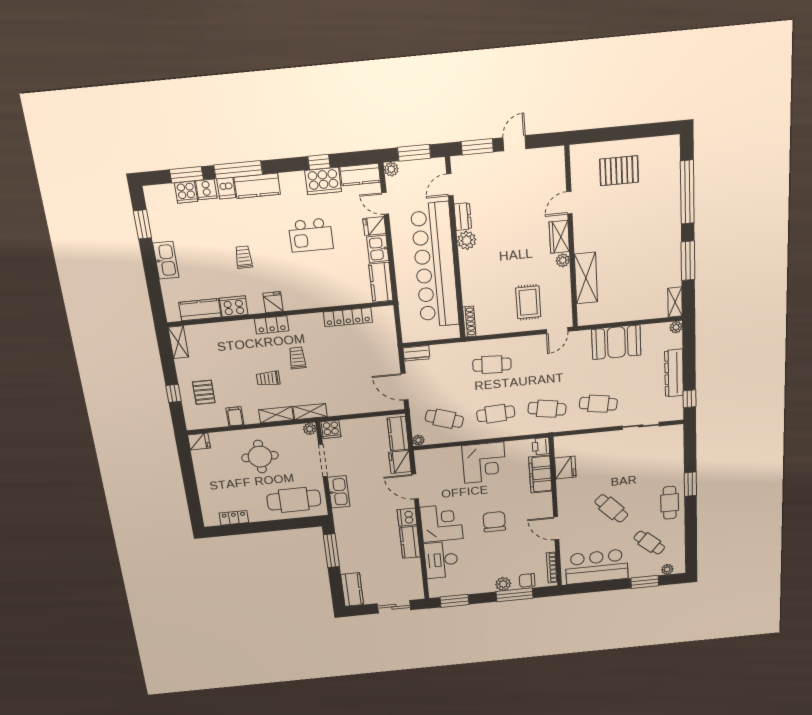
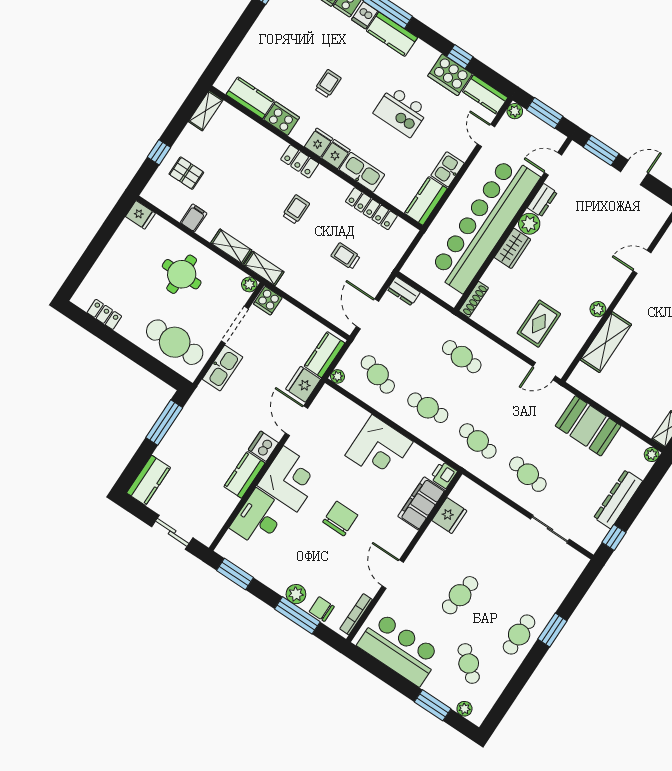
fridge: (374, 226) -> (336, 154), moved, turned 90
wardrobe: (559, 237) -> (513, 248), moved, turned 180
kitchen sink: (166, 260) -> (362, 172), moved, turned -90
trolley: (268, 378) -> (346, 256), moved
pallet: (204, 392) -> (186, 173), turned 90
cafe table: (611, 508) -> (460, 595), turned 52

